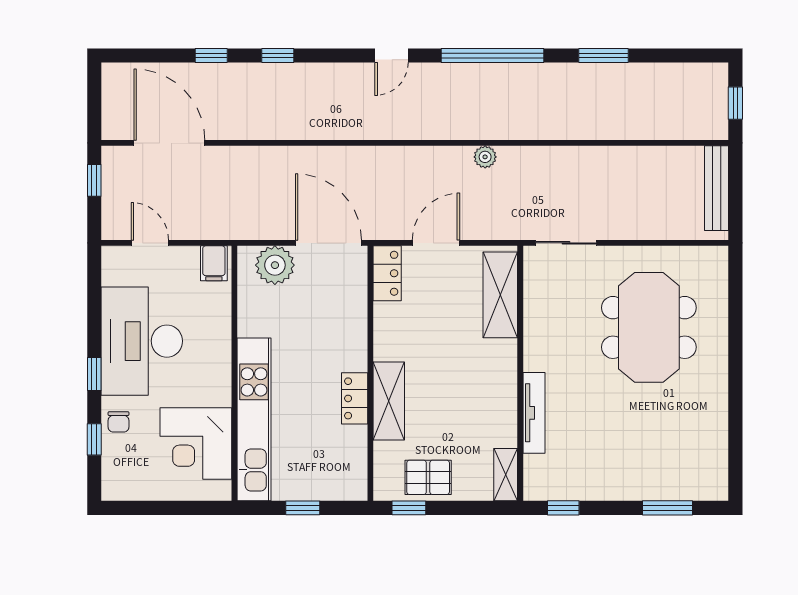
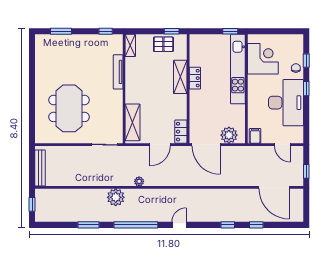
plant: (540, 120) -> (116, 197), added
window: (303, 508) -> (230, 31), moved

